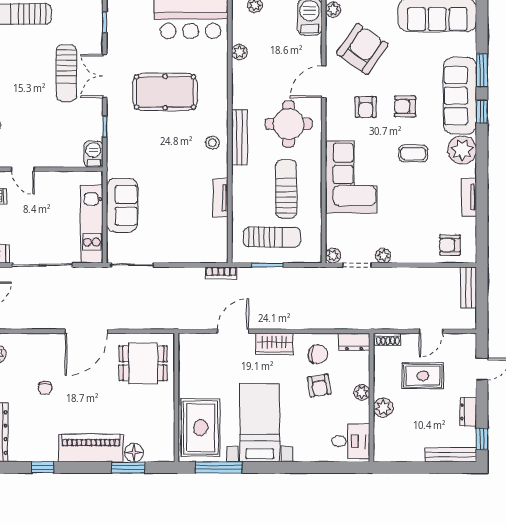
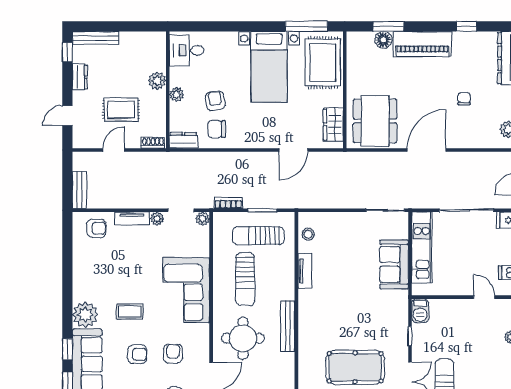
stool: (212, 143) -> (308, 234), moved
tv unit: (469, 197) -> (132, 218), moved, turned 90
bookcase: (221, 273) -> (228, 203), moved
wardrobe: (274, 344) -> (333, 124), moved, turned -90
dining table: (143, 363) -> (375, 121), width x1.38

